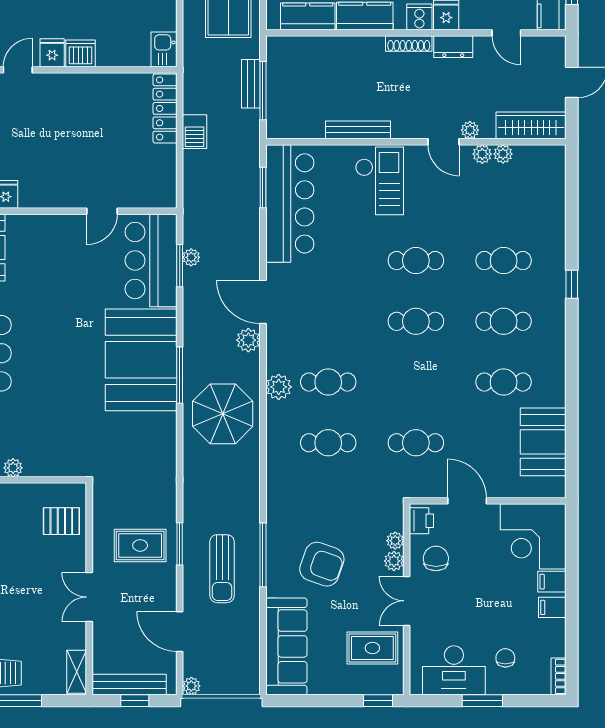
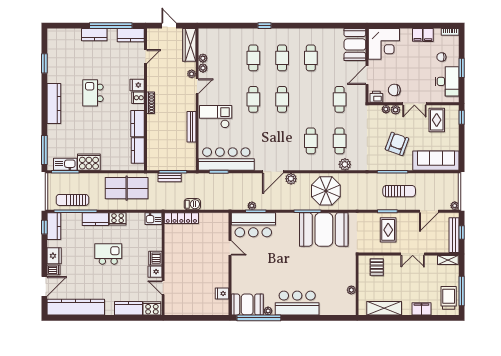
dresser: (453, 47) -> (152, 82), removed
booth: (141, 360) -> (324, 229), moved
plant: (279, 387) -> (345, 164), moved
booth: (543, 442) -> (355, 44), moved, turned 90
filing cabinet: (552, 582) -> (428, 35), moved

